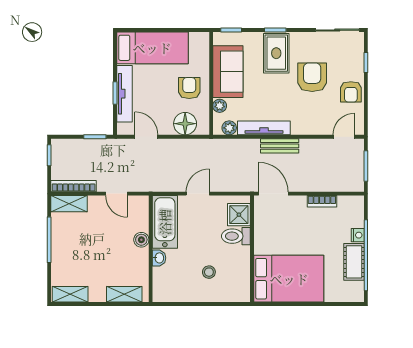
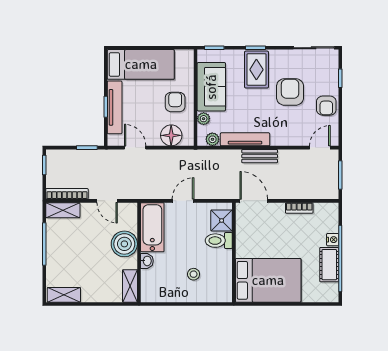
boiler: (141, 240) -> (124, 244), width x1.86, depth x1.86
shelving: (124, 294) -> (130, 286), moved, turned 90

